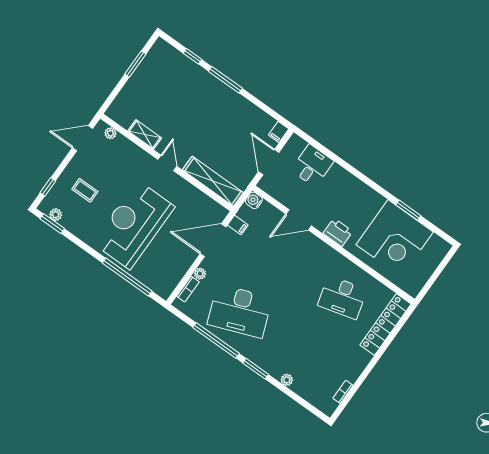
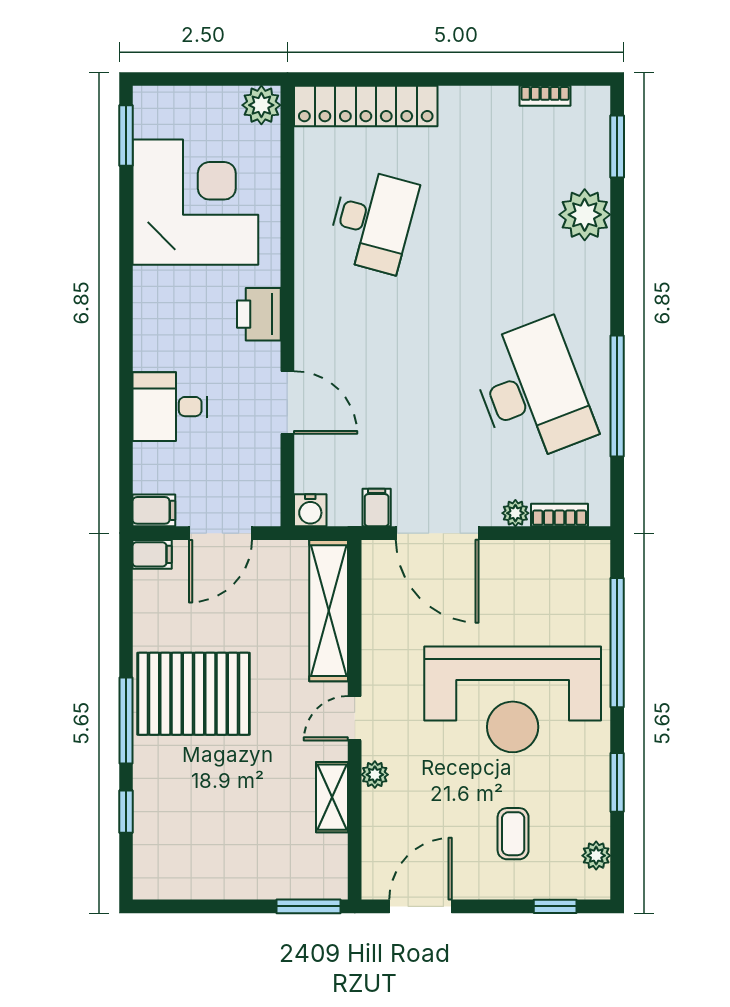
window: (135, 64) -> (309, 906), moved
pallet: (218, 111) -> (194, 694), added
plant: (110, 133) -> (375, 775), moved
door: (82, 138) -> (421, 906), swing flipped
filing cabinet: (294, 144) -> (154, 510), added
desk: (312, 166) -> (170, 407), moved
window: (408, 210) -> (126, 135), moved
window: (52, 224) -> (617, 782), moved
plant: (413, 287) -> (261, 105), added
desk: (342, 297) -> (372, 221), turned 30
window: (256, 369) -> (617, 146), moved
plant: (287, 380) -> (585, 215), width x1.88, depth x1.88

